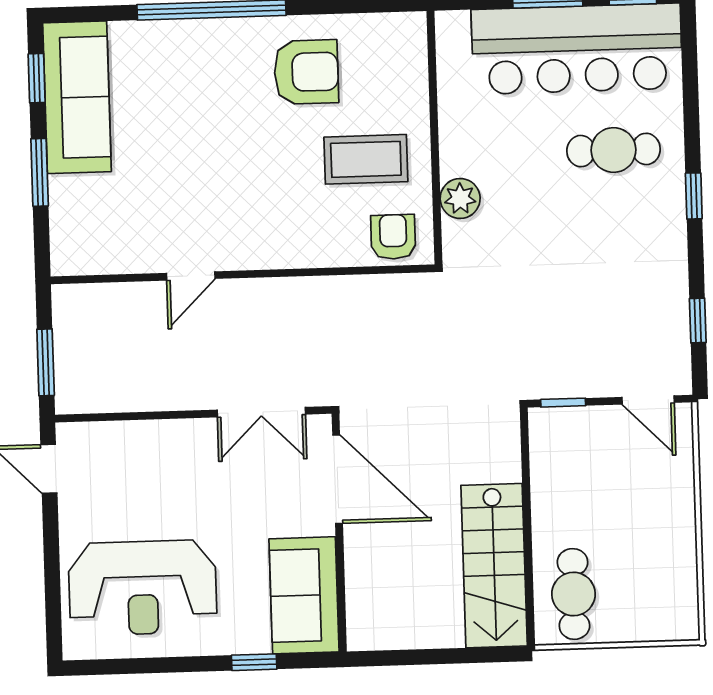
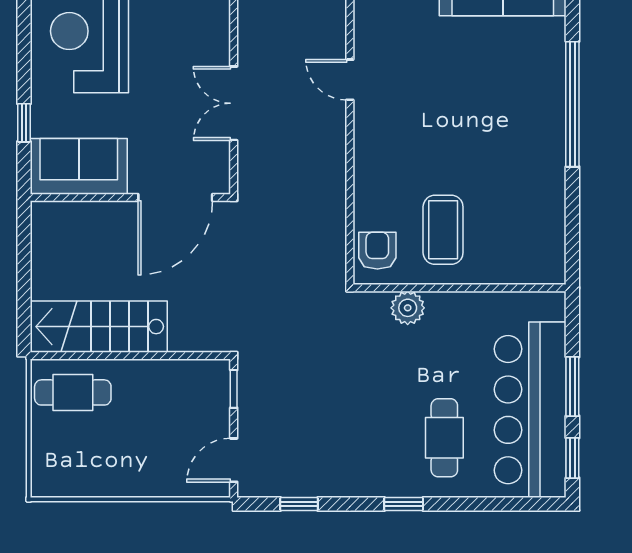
armchair: (306, 72) -> (518, 182), removed
armchair: (393, 237) -> (377, 251), turned -90
double door: (261, 412) -> (234, 103), moved

